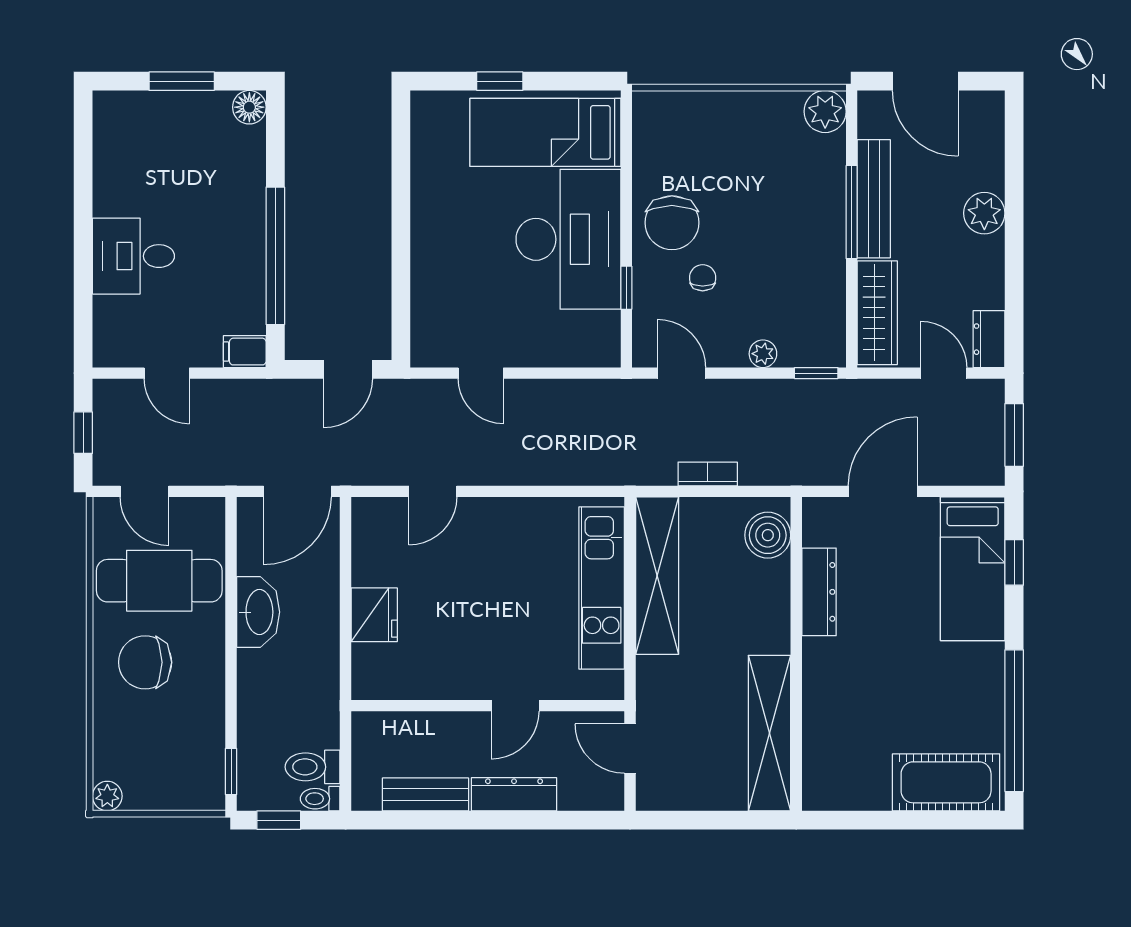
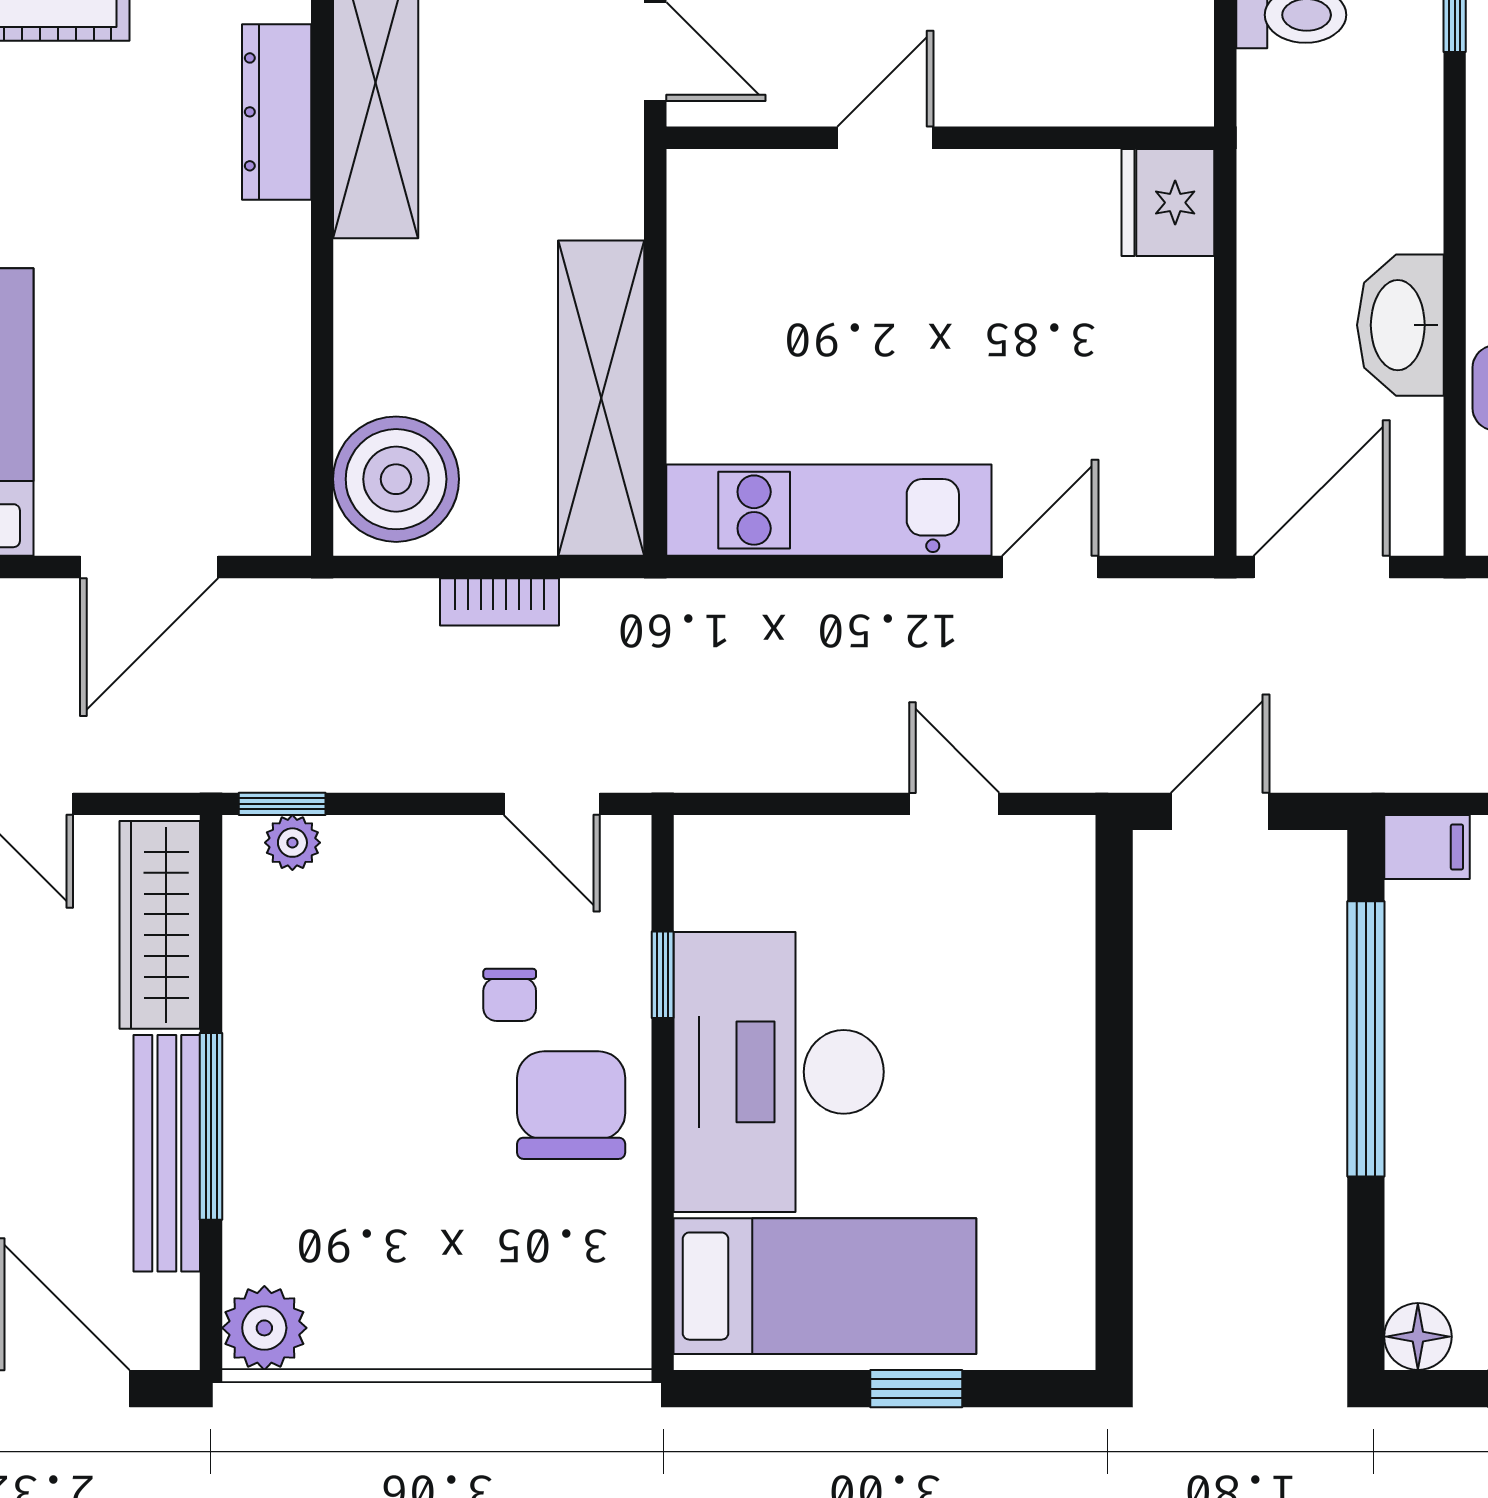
plant: (763, 354) -> (292, 843), moved
boiler: (768, 535) -> (396, 479), width x1.37, depth x1.37
kitchen unit: (602, 588) -> (829, 510), moved, turned -90
dresser: (819, 592) -> (277, 112), moved
fridge: (374, 615) -> (1168, 203), moved

